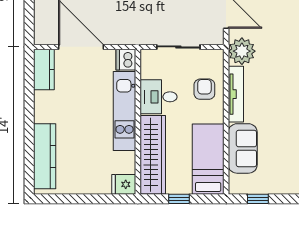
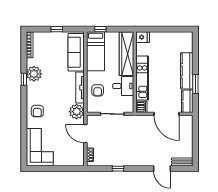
window: (29, 101) -> (195, 84), added
sofa: (243, 148) -> (76, 52), width x1.36
kitchen counter: (45, 156) -> (187, 71), moved
window: (179, 199) -> (100, 29), moved
window: (258, 199) -> (57, 29), moved

